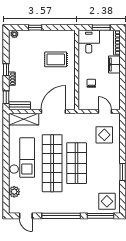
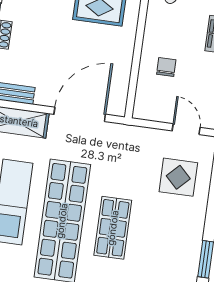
shop shelf: (77, 163) -> (113, 228), width x0.70, depth x0.74

